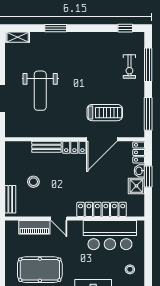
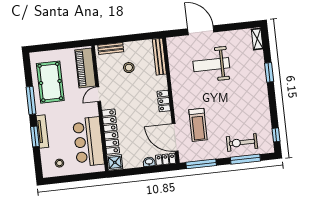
exercise bike: (129, 66) -> (242, 142), width x1.38, depth x1.39
door: (102, 139) -> (175, 137), moved
bench: (46, 147) -> (159, 57), moved, width x1.36
window: (148, 176) -> (145, 170), removed
shower: (136, 186) -> (115, 162), moved
piano: (34, 227) -> (85, 68), width x1.37, depth x1.33

